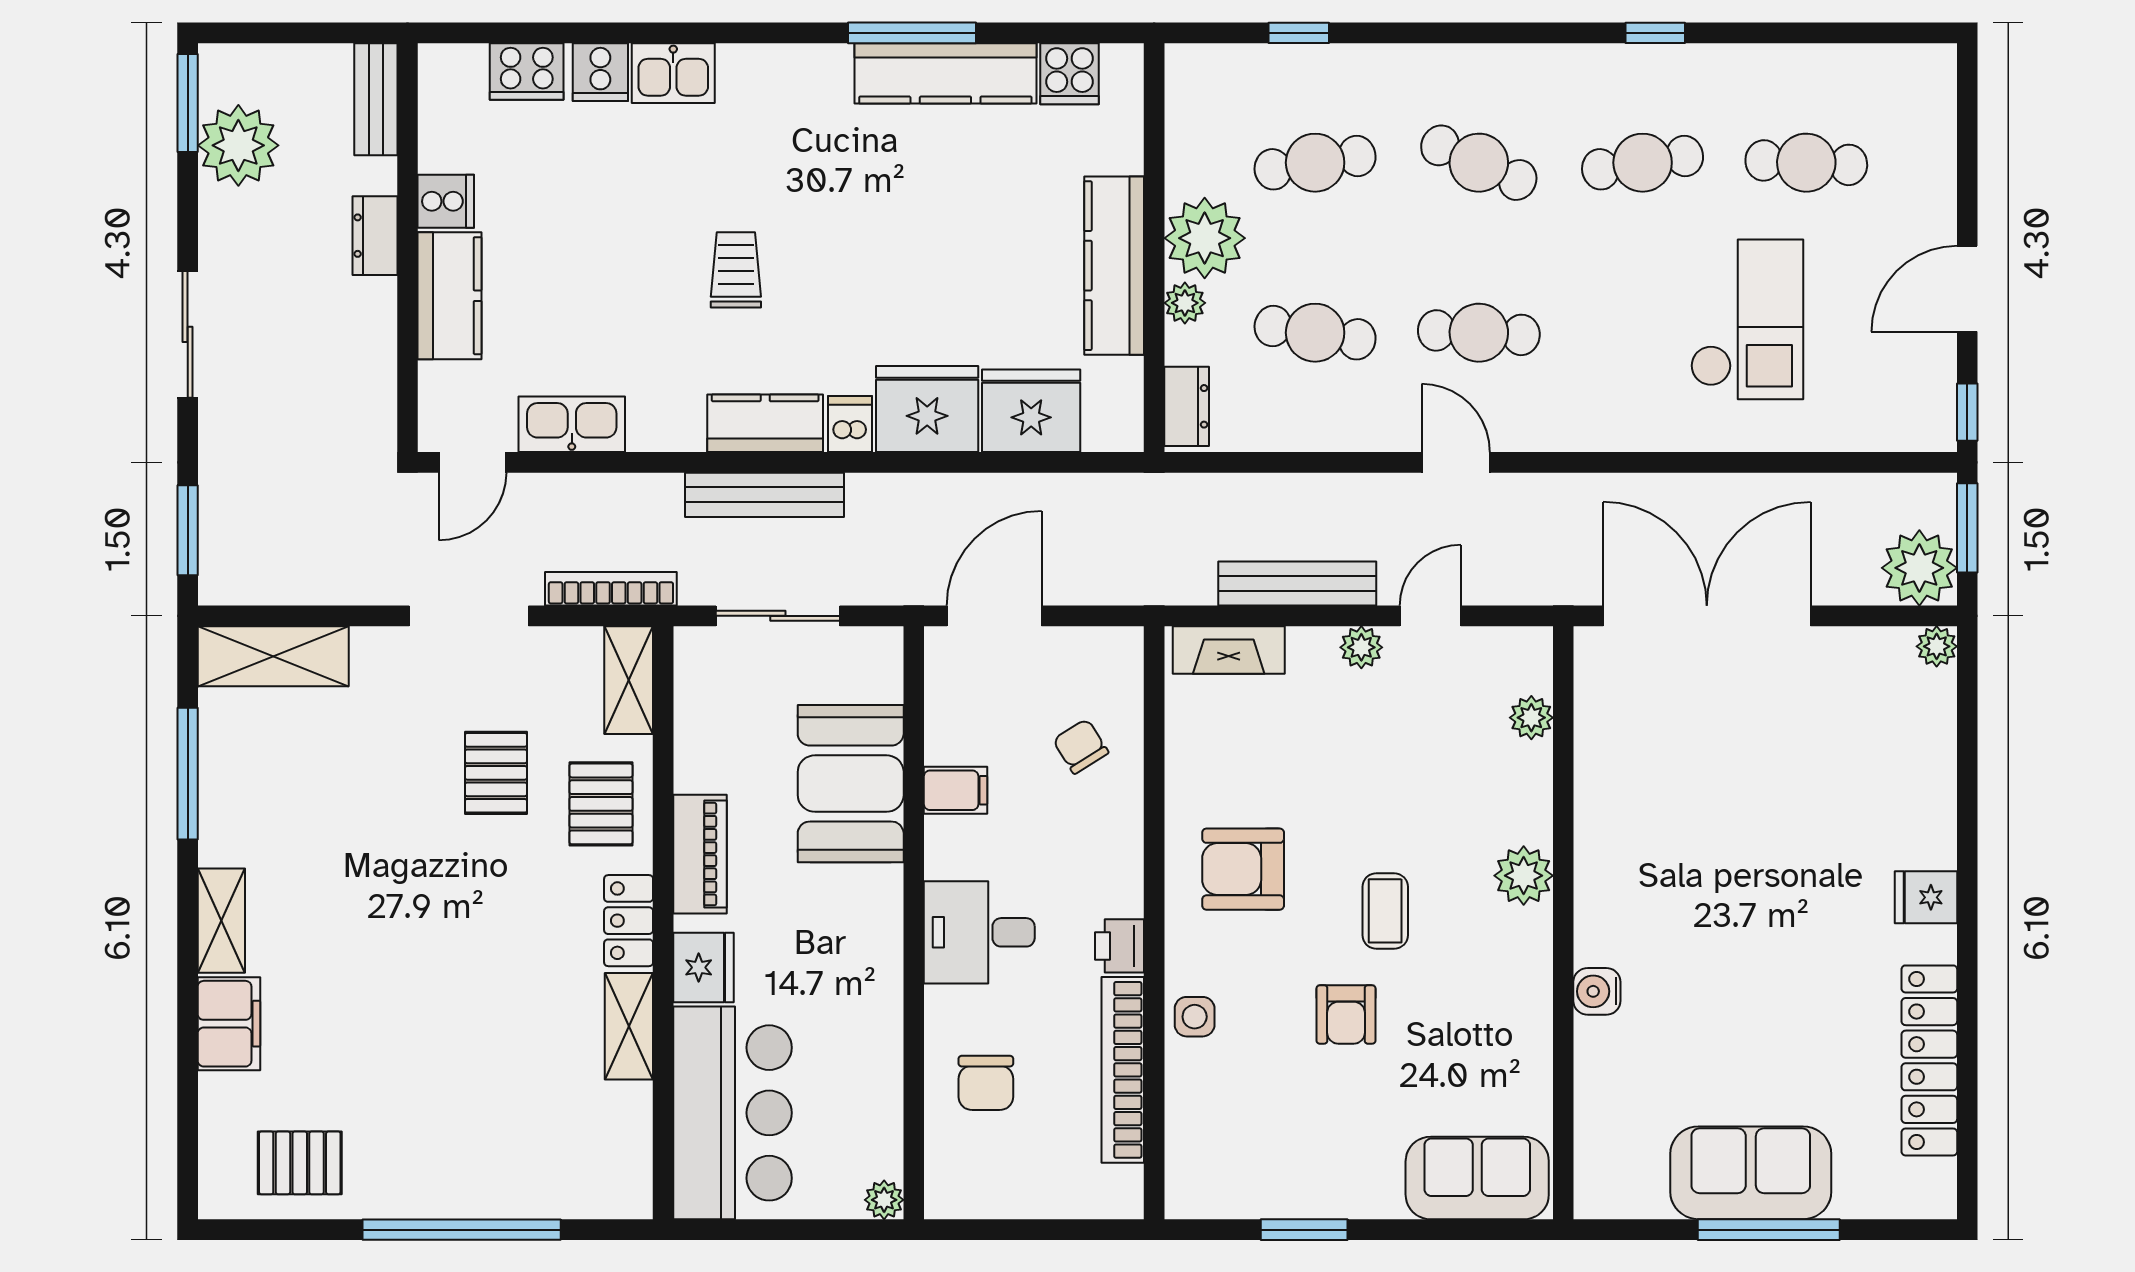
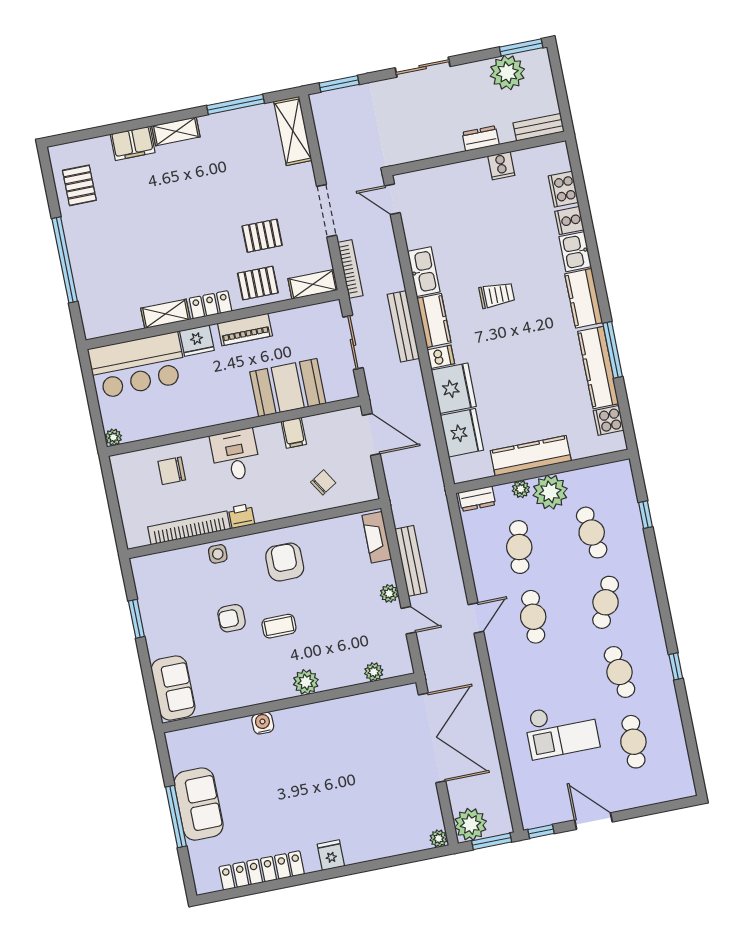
kitchen counter: (450, 296) -> (584, 298), moved, turned 90
kitchen sink: (572, 424) -> (424, 272), moved

